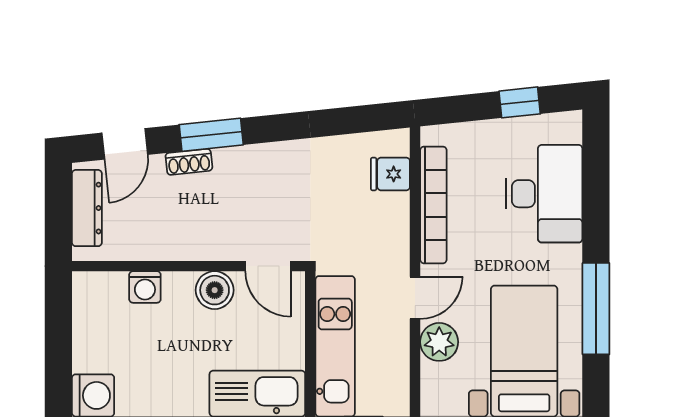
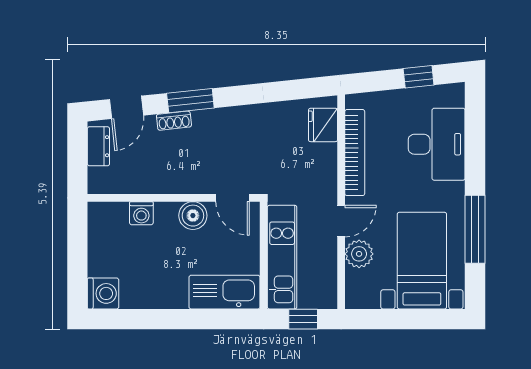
fridge: (390, 174) -> (323, 125), width x1.38
dresser: (87, 208) -> (98, 146), width x0.70

